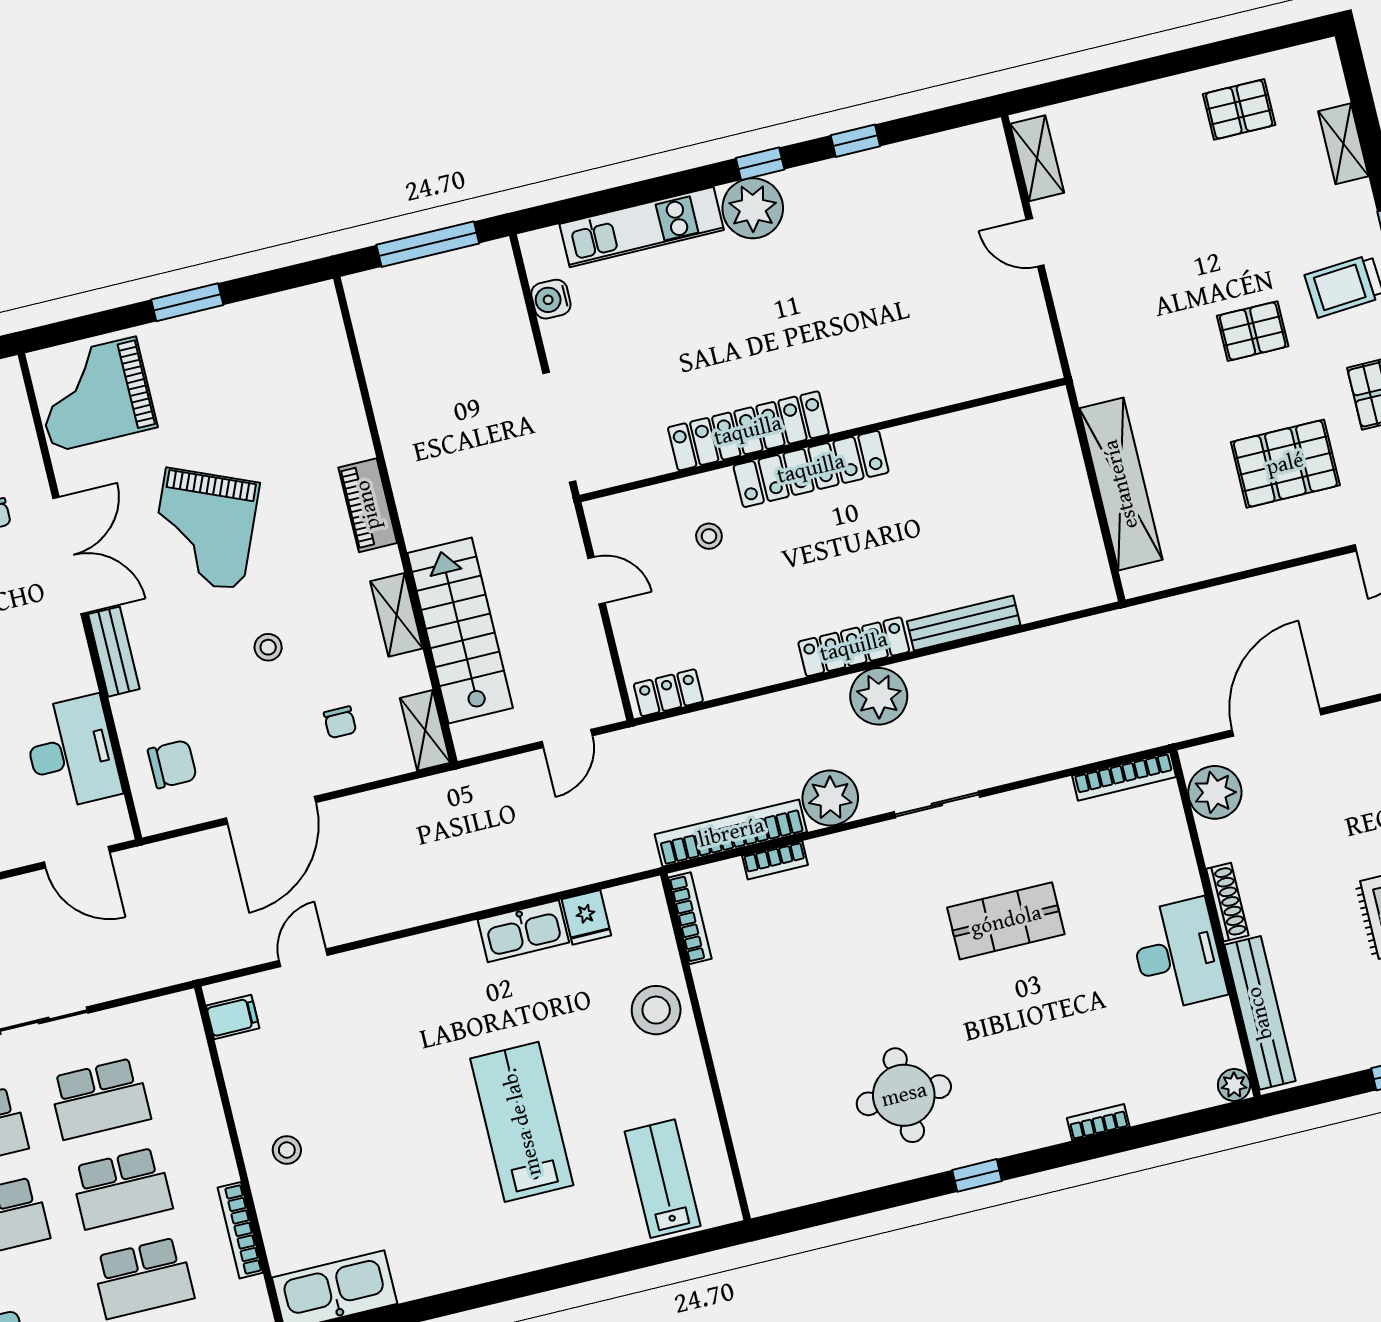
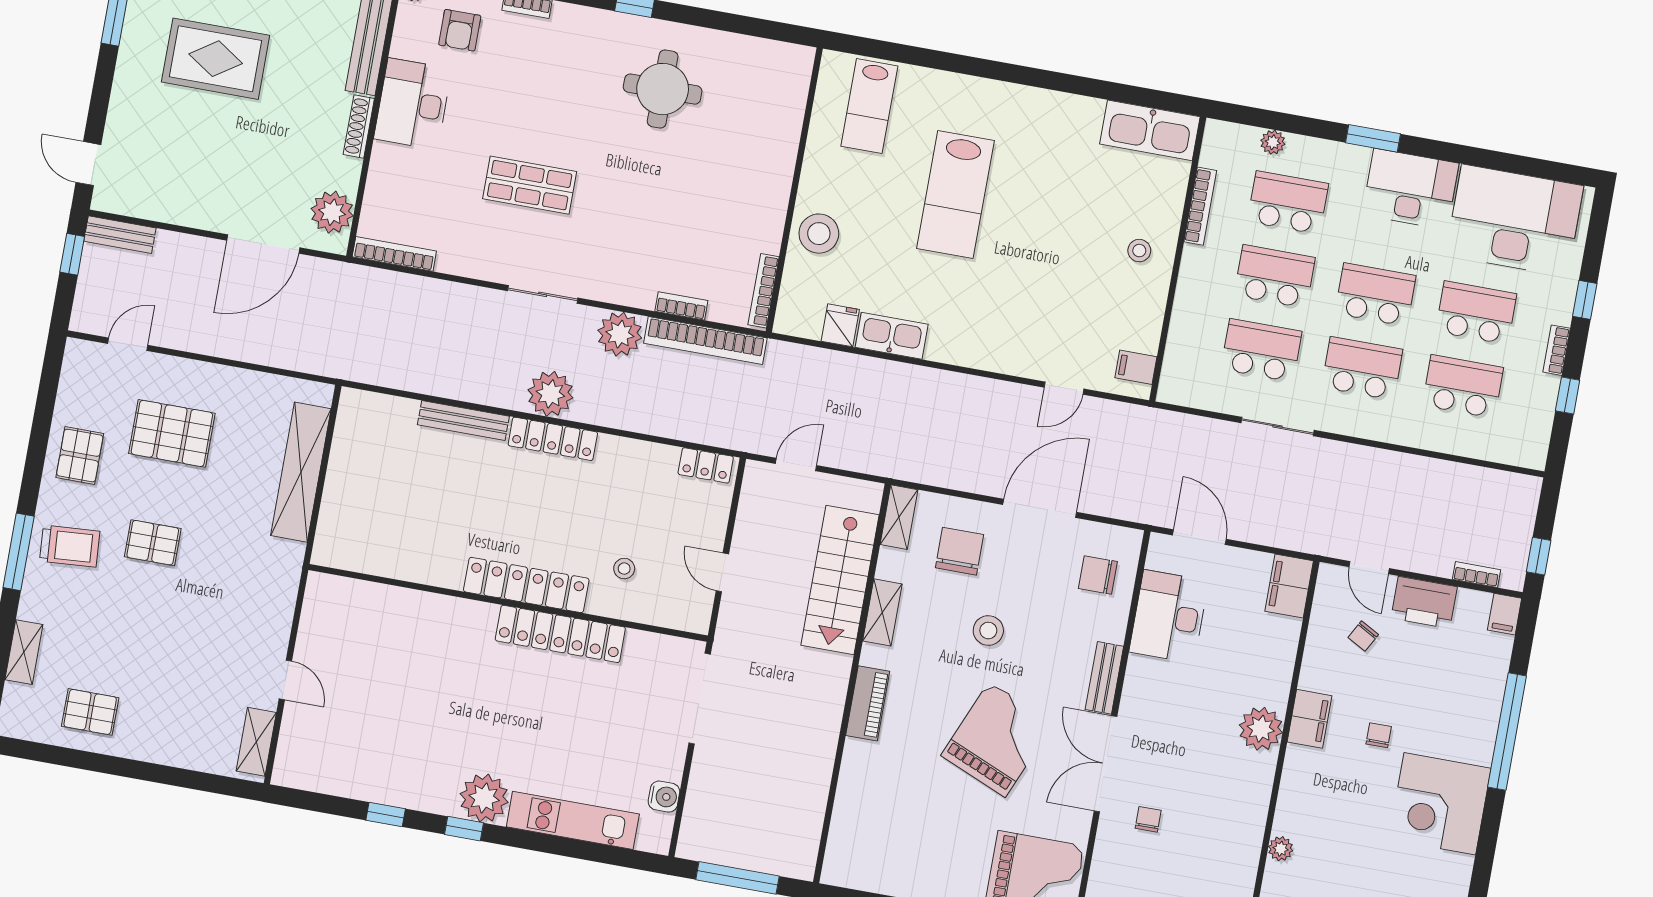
stool: (268, 647) -> (988, 631), width x1.37, depth x1.37
chair: (340, 722) -> (960, 551), width x1.87, depth x1.87
armchair: (1162, 1061) -> (460, 30), added

